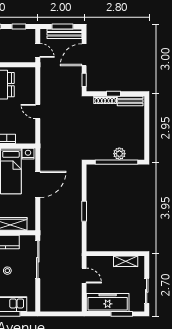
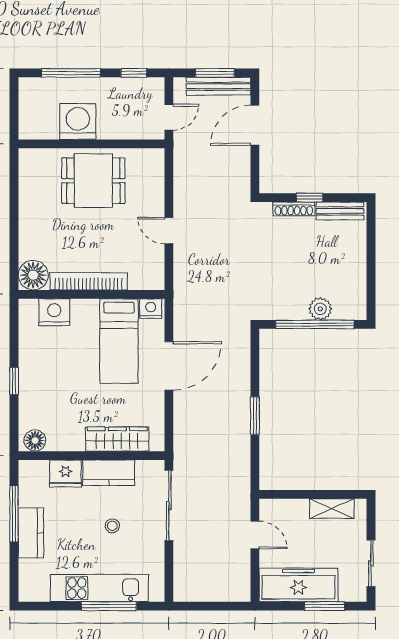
door: (38, 50) -> (169, 117), hinge flipped
window: (84, 80) -> (255, 172), removed

